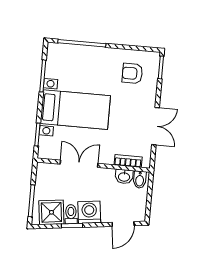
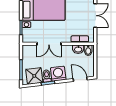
double door: (79, 164) -> (49, 44), swing flipped
door: (123, 224) -> (80, 79), swing flipped

